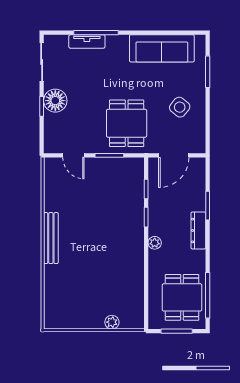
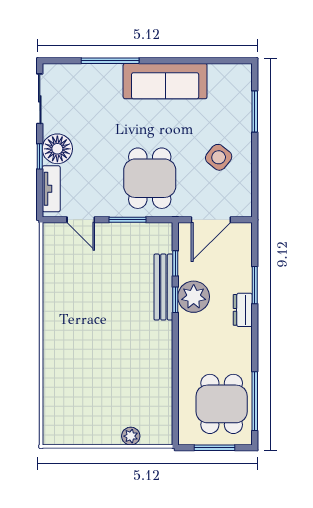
tv unit: (87, 41) -> (51, 189), moved, turned -90
sofa: (162, 48) -> (165, 81), moved
dresser: (198, 230) -> (243, 310), width x0.70
bench: (51, 238) -> (163, 287), moved
plant: (155, 243) -> (194, 297), moved, width x1.87, depth x1.87

